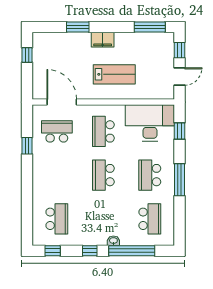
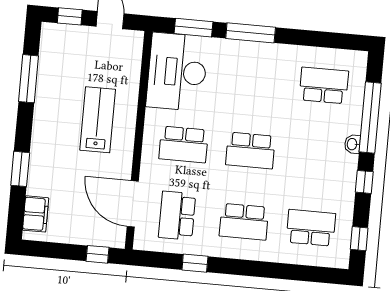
window: (150, 27) -> (28, 79), moved
filing cabinet: (103, 40) -> (36, 214), moved
window: (27, 55) -> (98, 254), moved
door: (62, 102) -> (133, 204), hinge flipped
window: (180, 131) -> (193, 28), width x1.50
school desk: (150, 175) -> (244, 222), moved
window: (180, 180) -> (251, 33), moved

